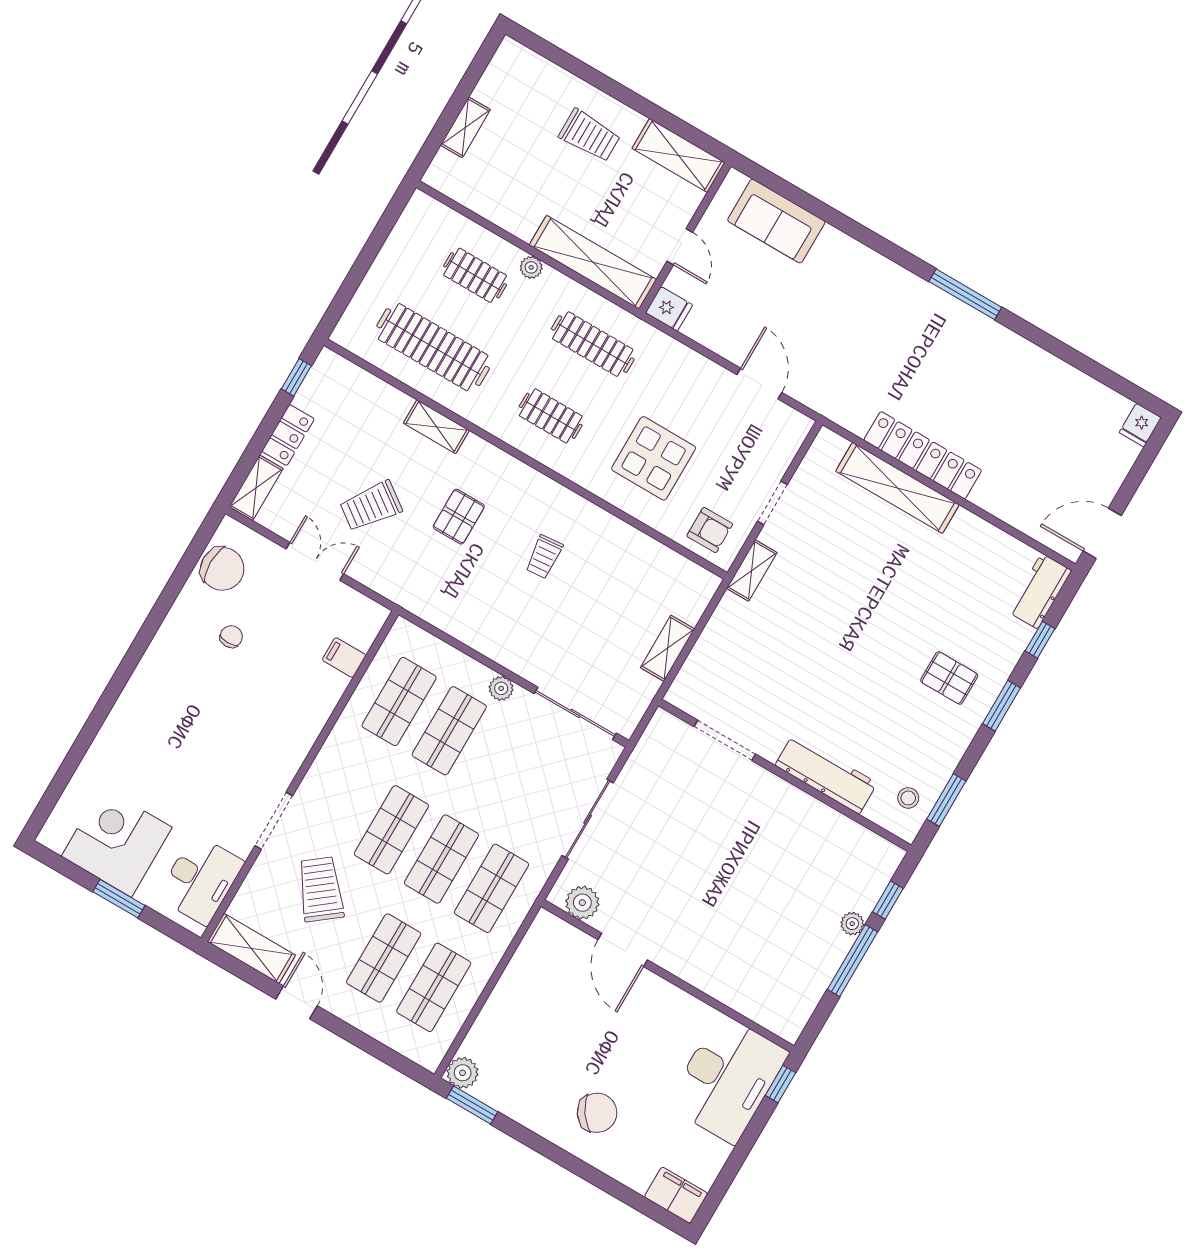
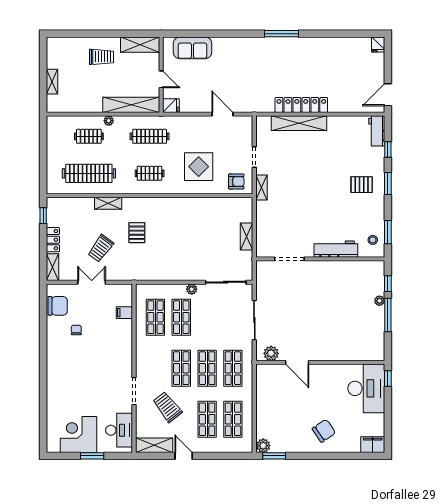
trolley: (544, 557) -> (179, 229), removed

